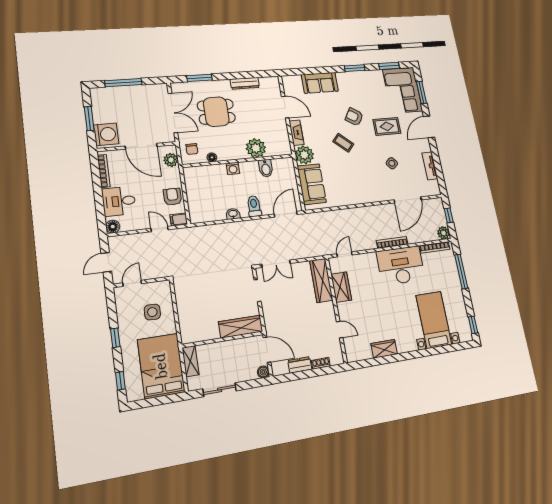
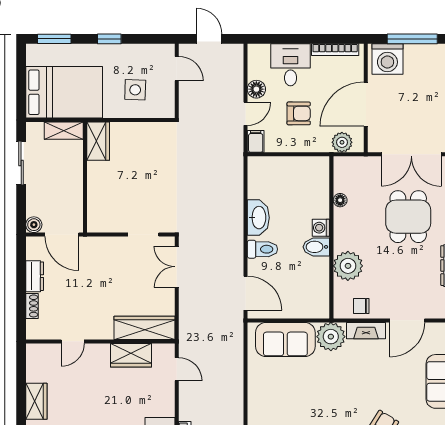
window: (89, 119) -> (412, 39), width x1.44
coffee table: (343, 143) -> (344, 400), removed
chair: (192, 149) -> (361, 306), moved
bidet: (266, 168) -> (316, 247), moved
armchair: (172, 197) -> (299, 113), moved
washbasin: (233, 214) -> (258, 218), width x1.91, depth x1.45
floor lamp: (113, 227) -> (256, 89), moved
wardrobe: (241, 327) -> (98, 141), moved, width x0.67
door: (267, 350) -> (62, 235), hinge flipped
window: (120, 381) -> (54, 39), width x1.50

